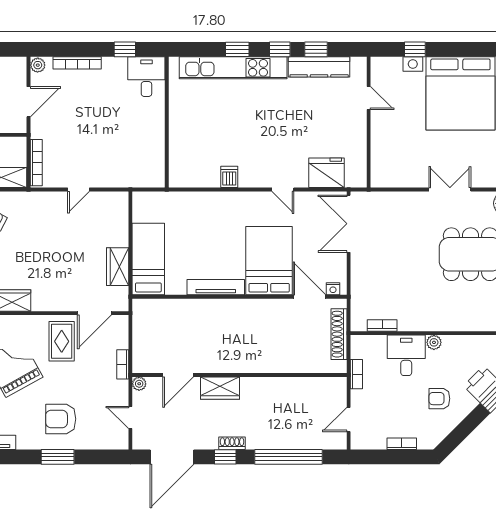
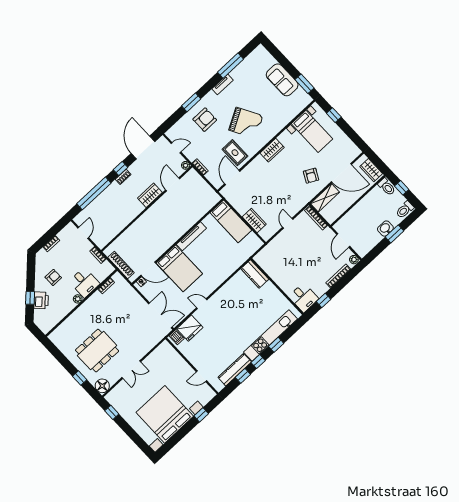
kitchen counter: (180, 164) -> (255, 274), added
dishwasher: (229, 177) -> (177, 337), moved
wardrobe: (118, 267) -> (254, 221), moved

